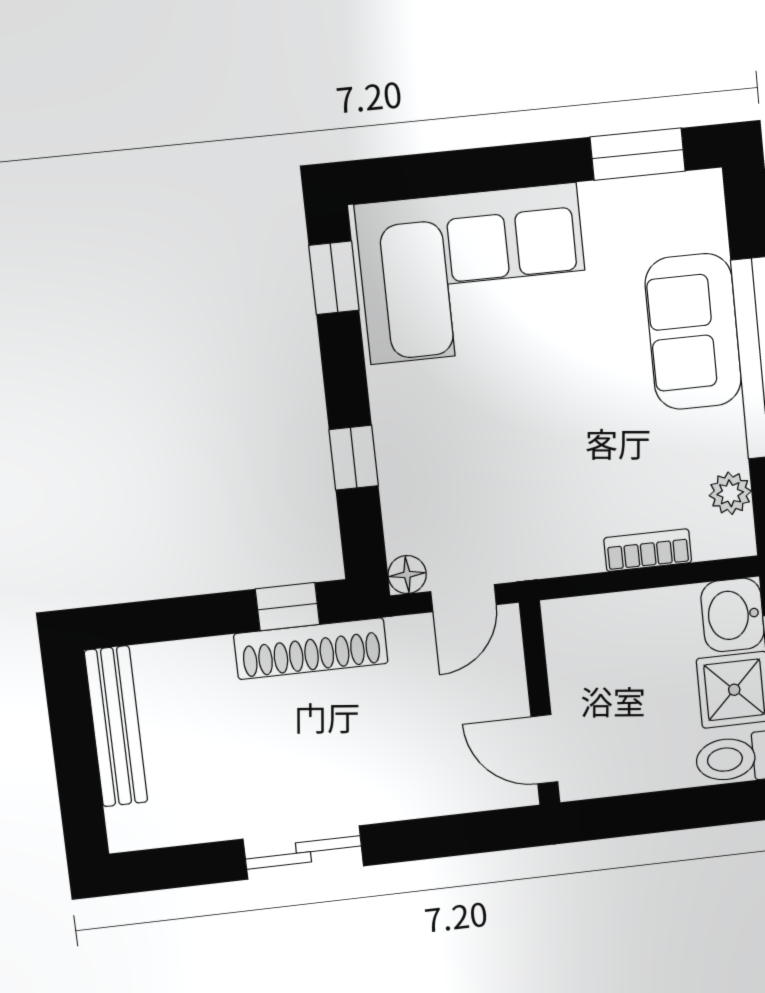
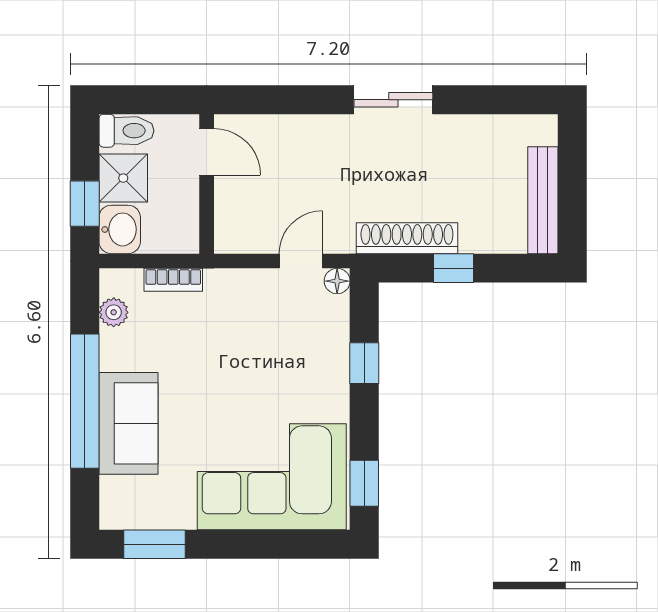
window: (287, 607) -> (454, 268), moved
wall: (540, 703) -> (207, 184), moved
door: (544, 749) -> (207, 152), moved
sliding door: (303, 852) -> (393, 100), moved

